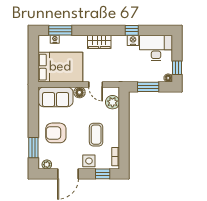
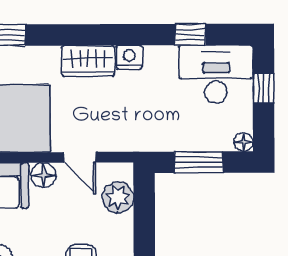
window: (132, 30) -> (190, 35), moved
nightstand: (133, 40) -> (129, 57), moved
window: (177, 68) -> (263, 88), moved

